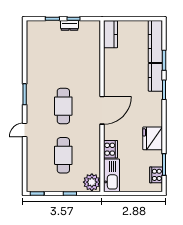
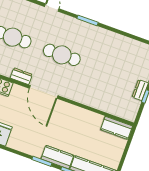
dresser: (95, 135) -> (21, 76), added

